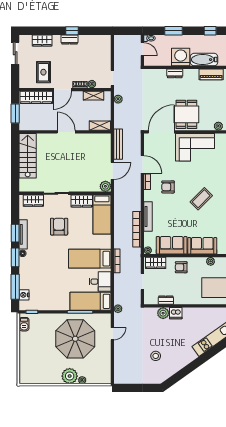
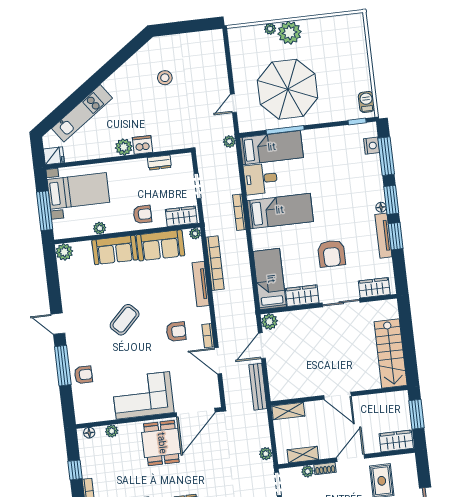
wardrobe: (36, 97) -> (396, 441), width x0.67
plant: (163, 313) -> (124, 147), moved

